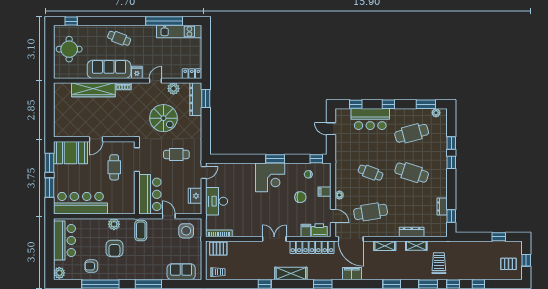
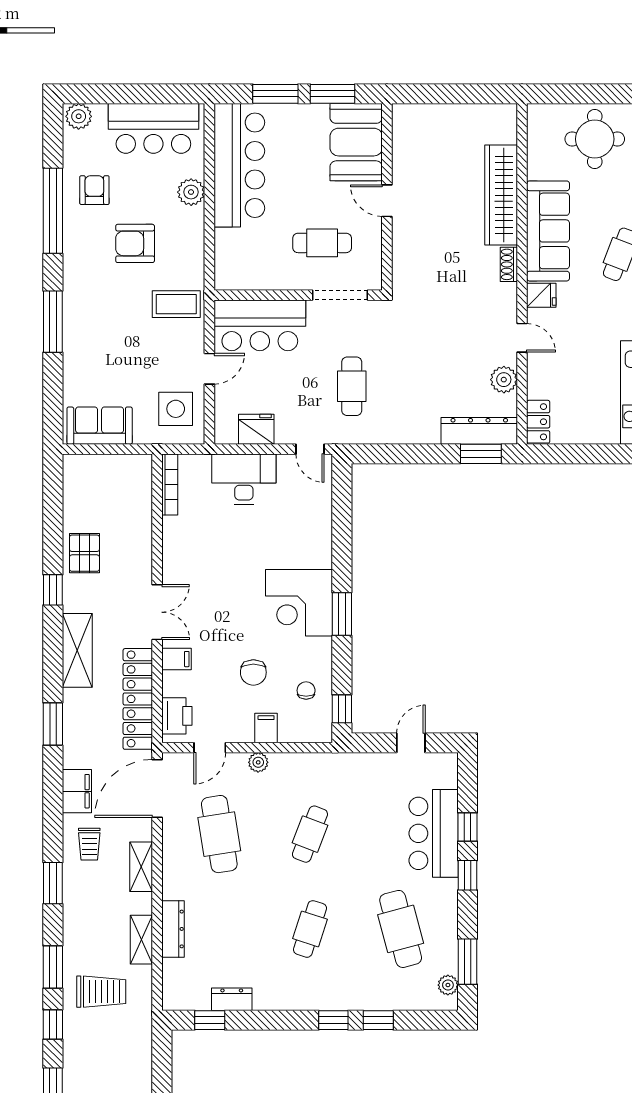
window: (356, 104) -> (468, 827), moved
spiral stairs: (163, 118) -> (436, 357), removed
cafe table: (412, 173) -> (310, 929), width x0.73, depth x0.74
plant: (114, 224) -> (191, 192), moved
filing cabinet: (306, 230) -> (177, 659), moved
pallet: (218, 249) -> (84, 553), moved
sofa: (181, 272) -> (100, 426), moved, turned -90
trolley: (218, 272) -> (89, 844), moved

